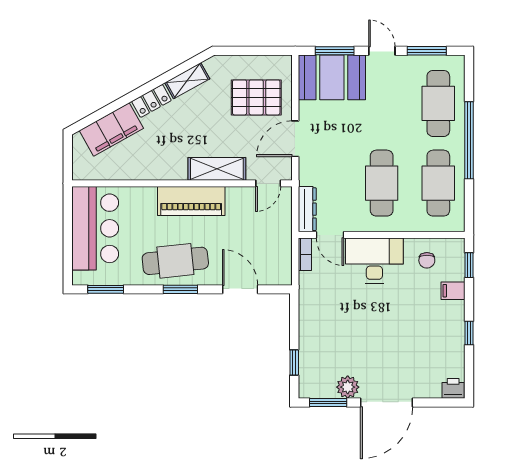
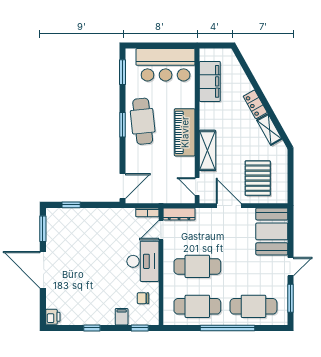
window: (335, 51) -> (291, 233), removed
filing cabinet: (111, 129) -> (210, 81), moved, turned -151
door: (240, 289) -> (123, 186), moved
plant: (348, 387) -> (54, 243), removed

